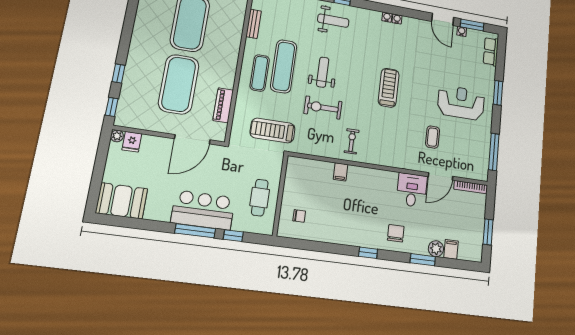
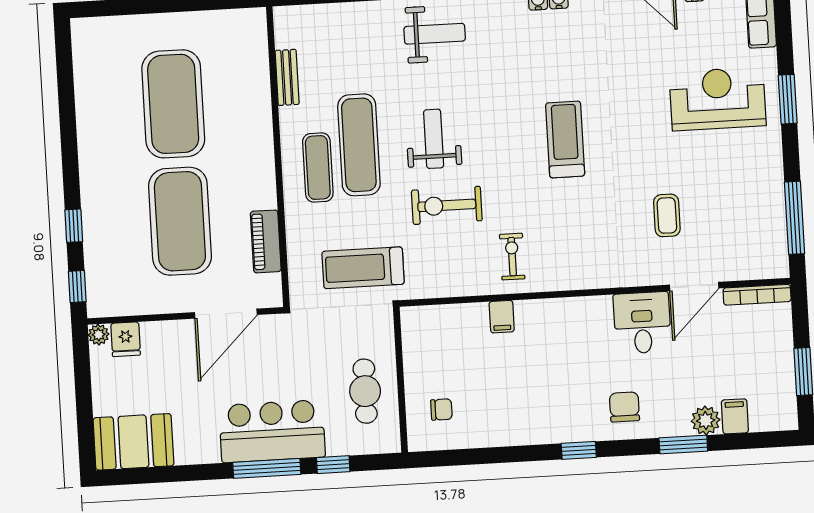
reception desk: (461, 103) -> (718, 99), moved

